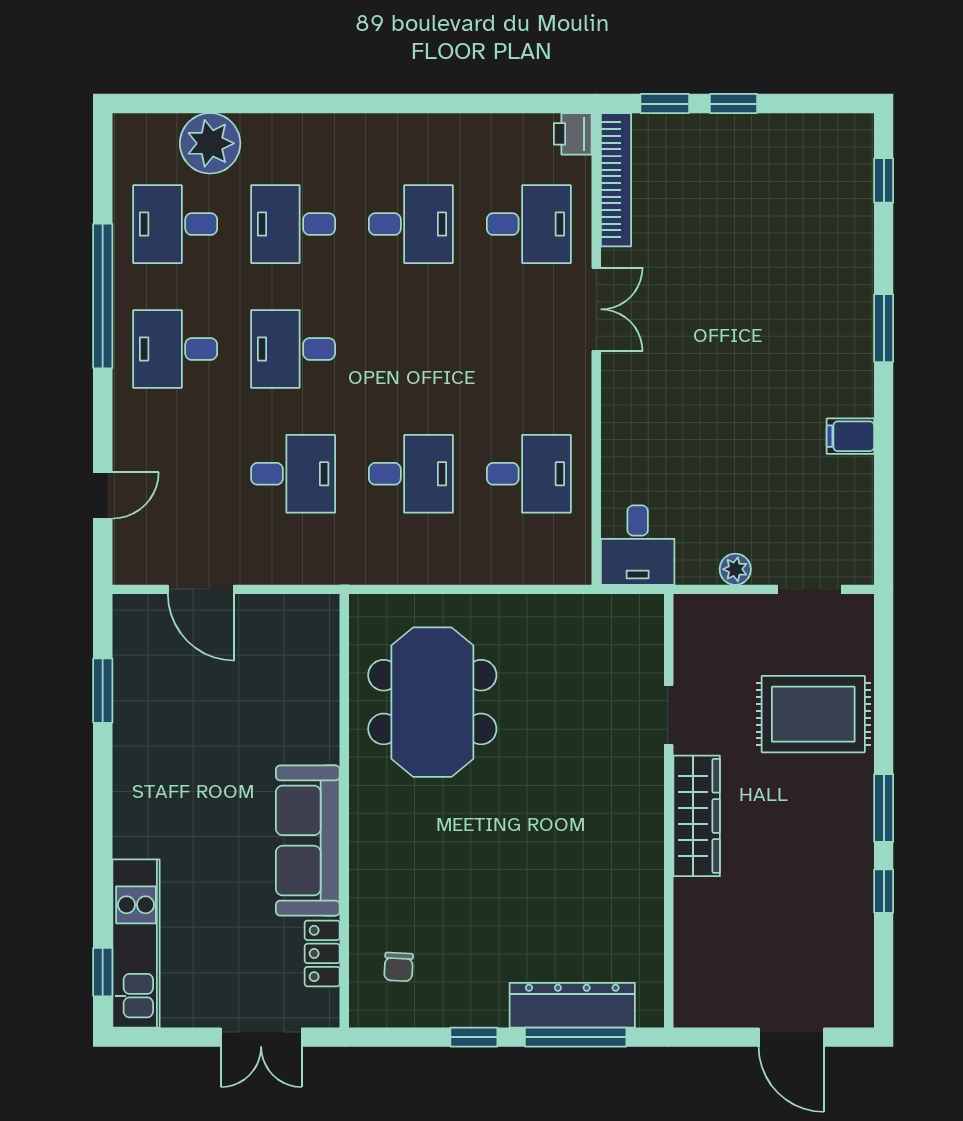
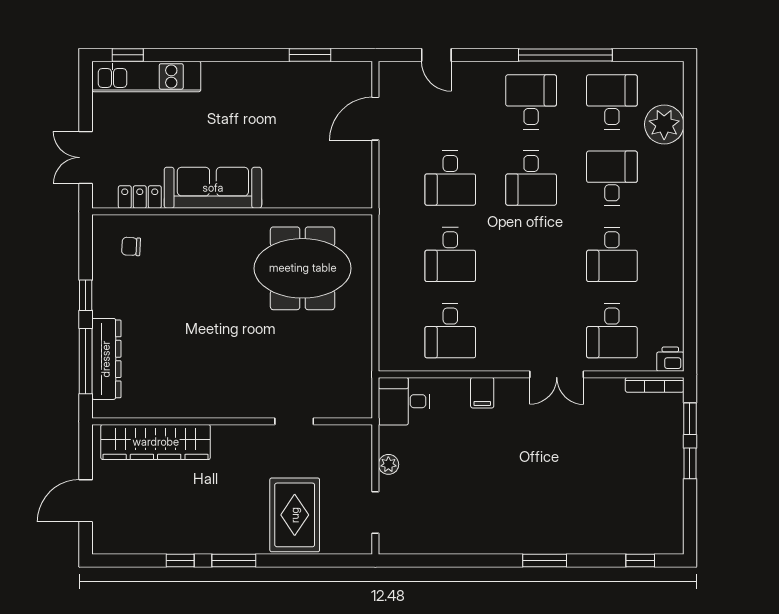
bookcase: (616, 180) -> (655, 385), width x0.68, depth x0.76
desk: (293, 349) -> (531, 178), turned 180
filing cabinet: (850, 436) -> (482, 393), moved, turned 180
wardrobe: (697, 816) -> (156, 442), moved, width x1.40, depth x1.17

